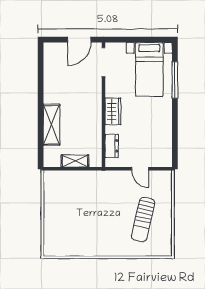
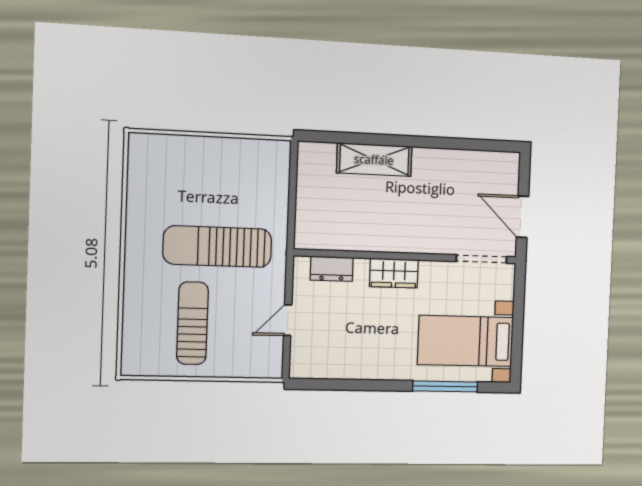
shelving: (75, 161) -> (307, 200), removed
sun lounger: (102, 208) -> (217, 247), added
sun lounger: (143, 220) -> (192, 323), turned 77

